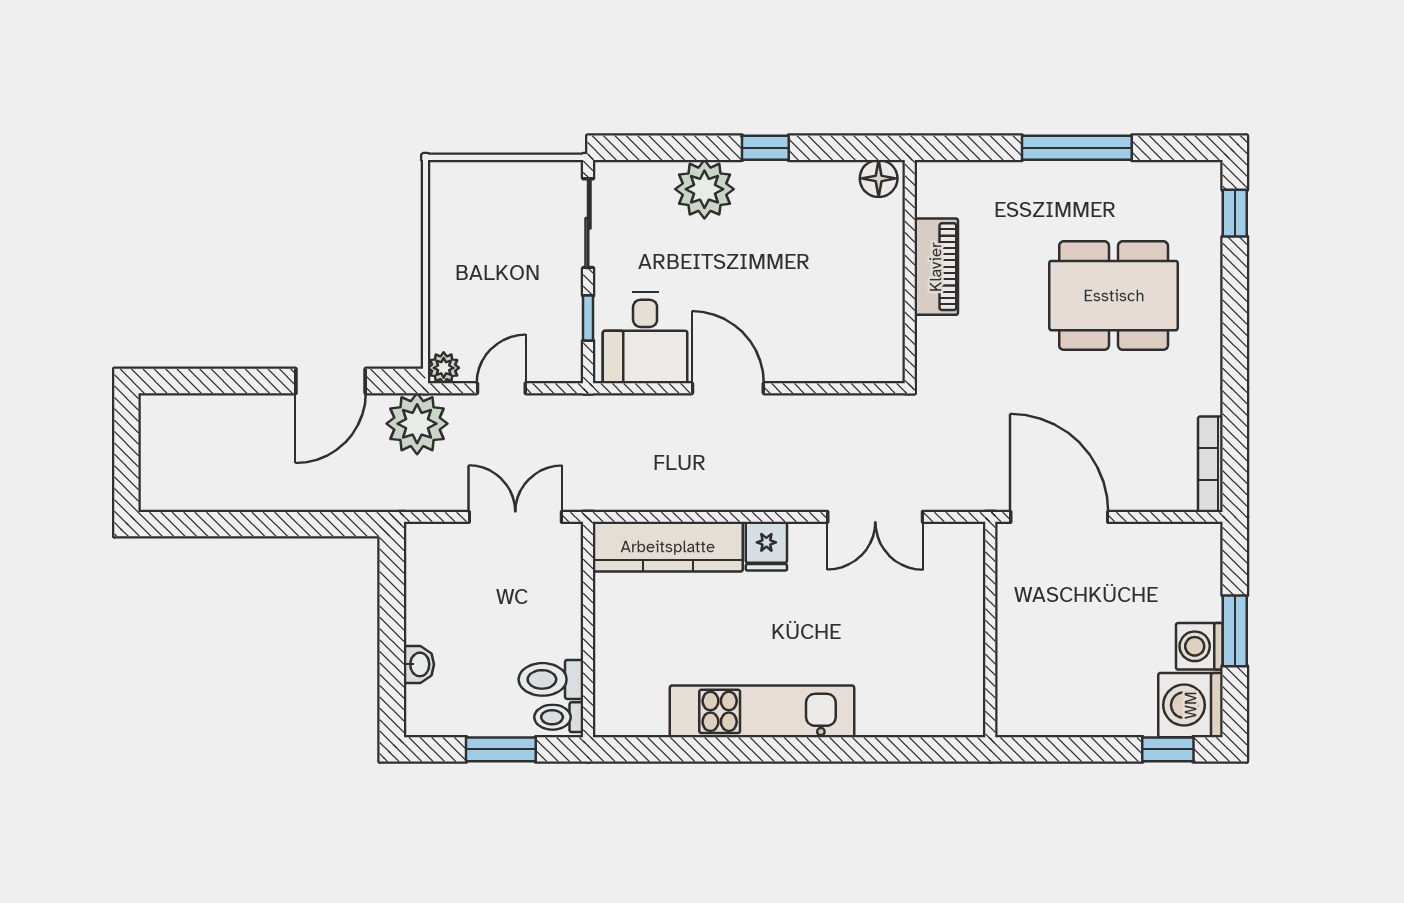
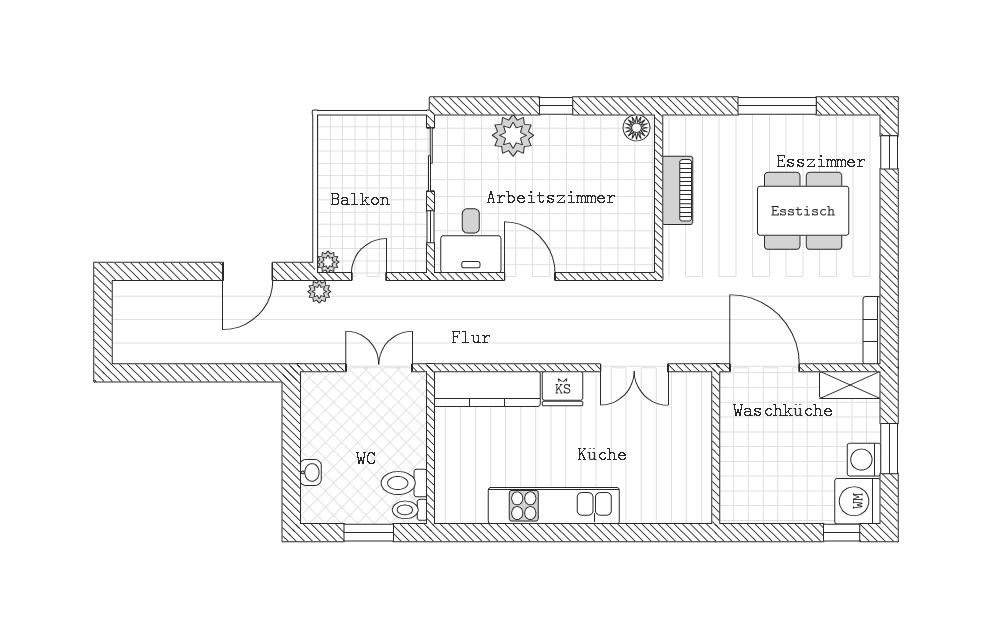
plant: (417, 424) -> (319, 292), width x0.53, depth x0.53
shelving: (1180, 541) -> (850, 385), added
fridge: (766, 546) -> (563, 389), width x1.38

